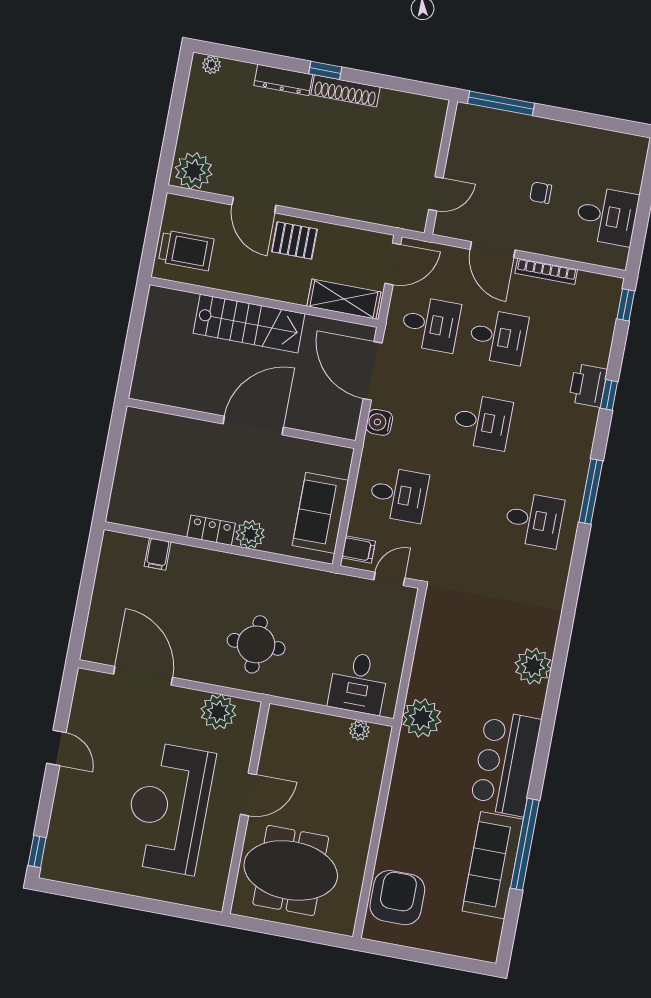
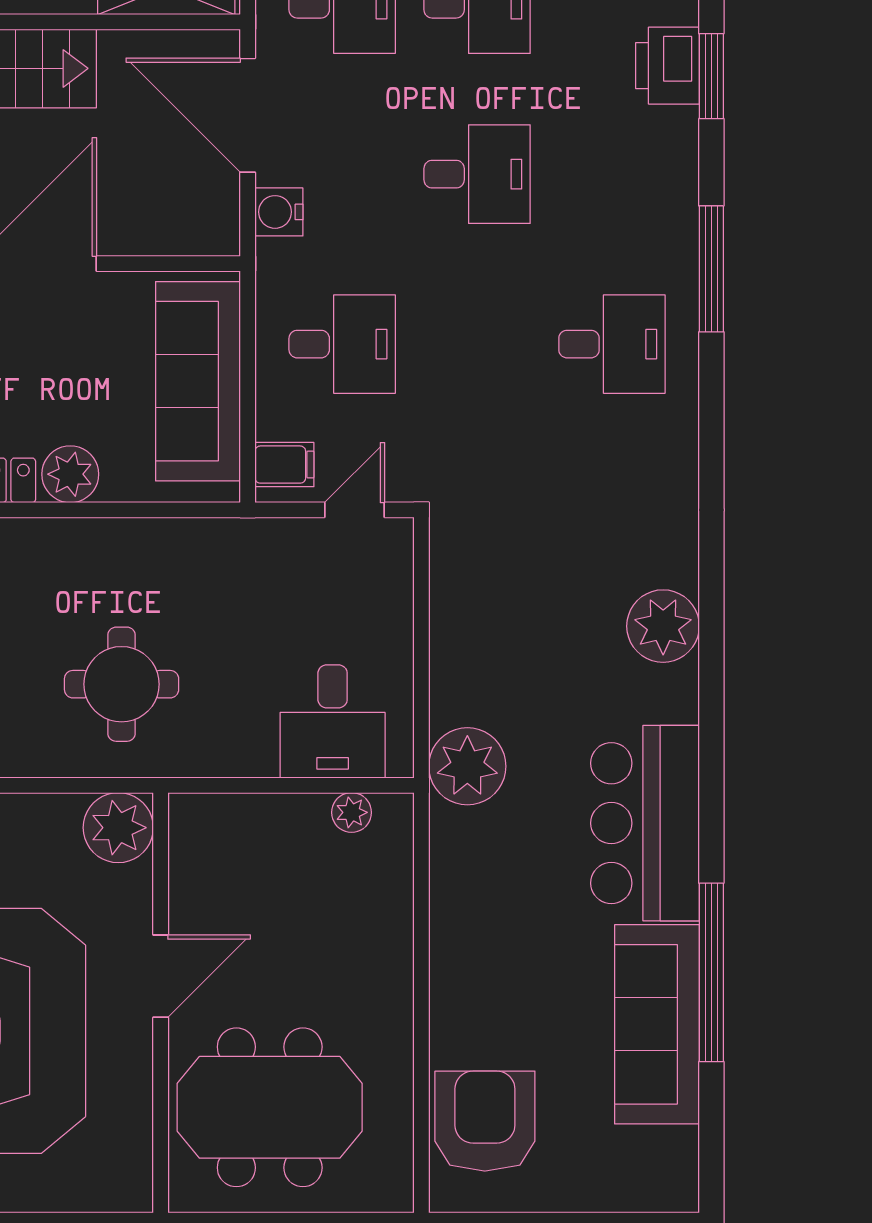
window: (609, 395) -> (711, 76), width x1.50
sofa: (320, 513) -> (198, 381), width x1.36
plant: (218, 712) -> (118, 828), moved

